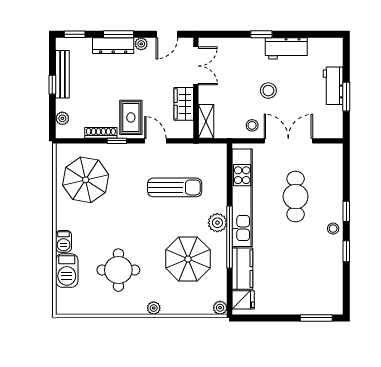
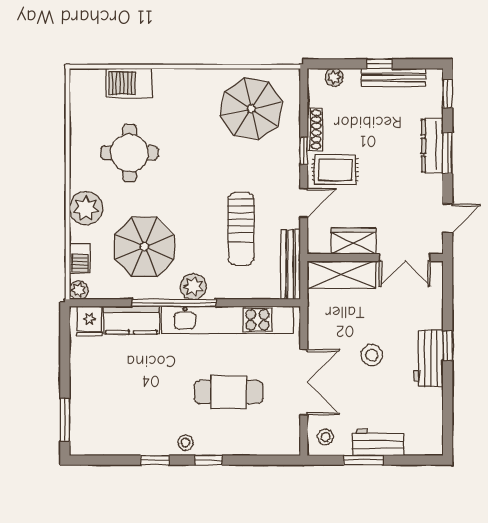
door: (167, 34) -> (448, 218), swing flipped
plant: (141, 44) -> (435, 184), removed
workbench: (286, 48) -> (428, 358), moved
shelving: (206, 121) -> (341, 275), width x1.50, depth x1.33
stool: (252, 125) -> (325, 437), moved
bench: (201, 151) -> (291, 264), added
barbecue: (64, 241) -> (80, 259), moved, turned -90
plant: (154, 308) -> (86, 208), width x1.87, depth x1.87

